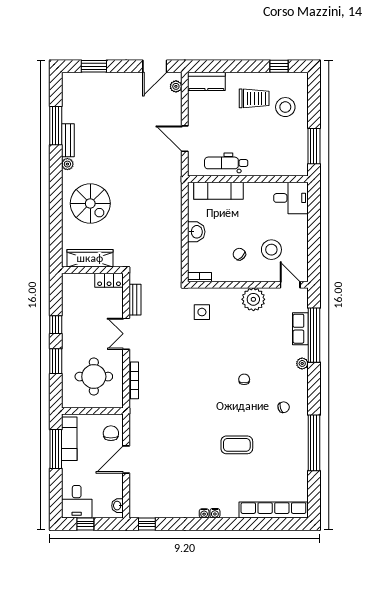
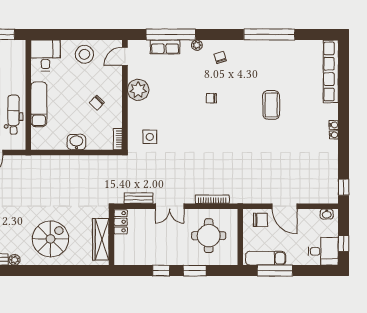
dental chair: (226, 163) -> (14, 115), turned 180
exam couch: (219, 191) -> (39, 104), moved
stool: (271, 250) -> (84, 54), moved
chair: (284, 407) -> (220, 57), moved
chair: (111, 433) -> (261, 220), turned 180

